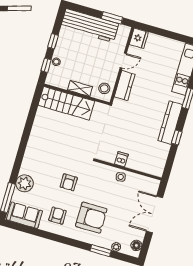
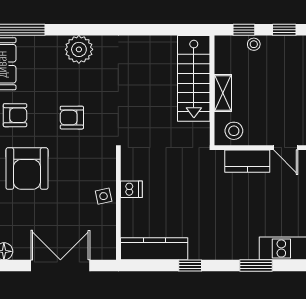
kitchen counter: (170, 123) -> (154, 249), moved
plant: (25, 183) -> (79, 49), moved

